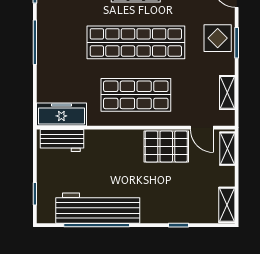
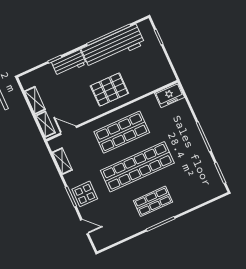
freezer: (61, 114) -> (169, 95), width x0.71
workbench: (62, 141) -> (69, 63), moved, turned 180
pallet: (166, 146) -> (109, 90), moved
shelving: (227, 205) -> (35, 100), moved

